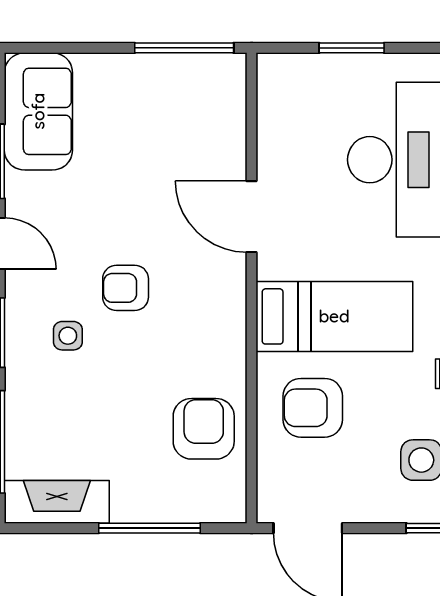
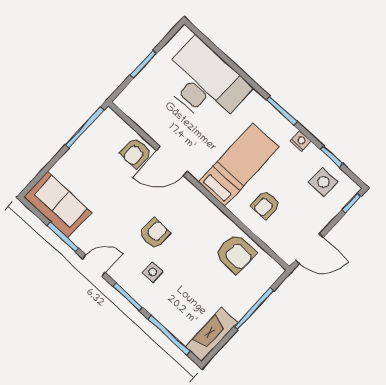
armchair: (216, 154) -> (136, 153), added
armchair: (126, 288) -> (155, 234), turned 180
armchair: (313, 408) -> (266, 205), width x0.72, depth x0.72
armchair: (204, 429) -> (235, 253), turned 180

